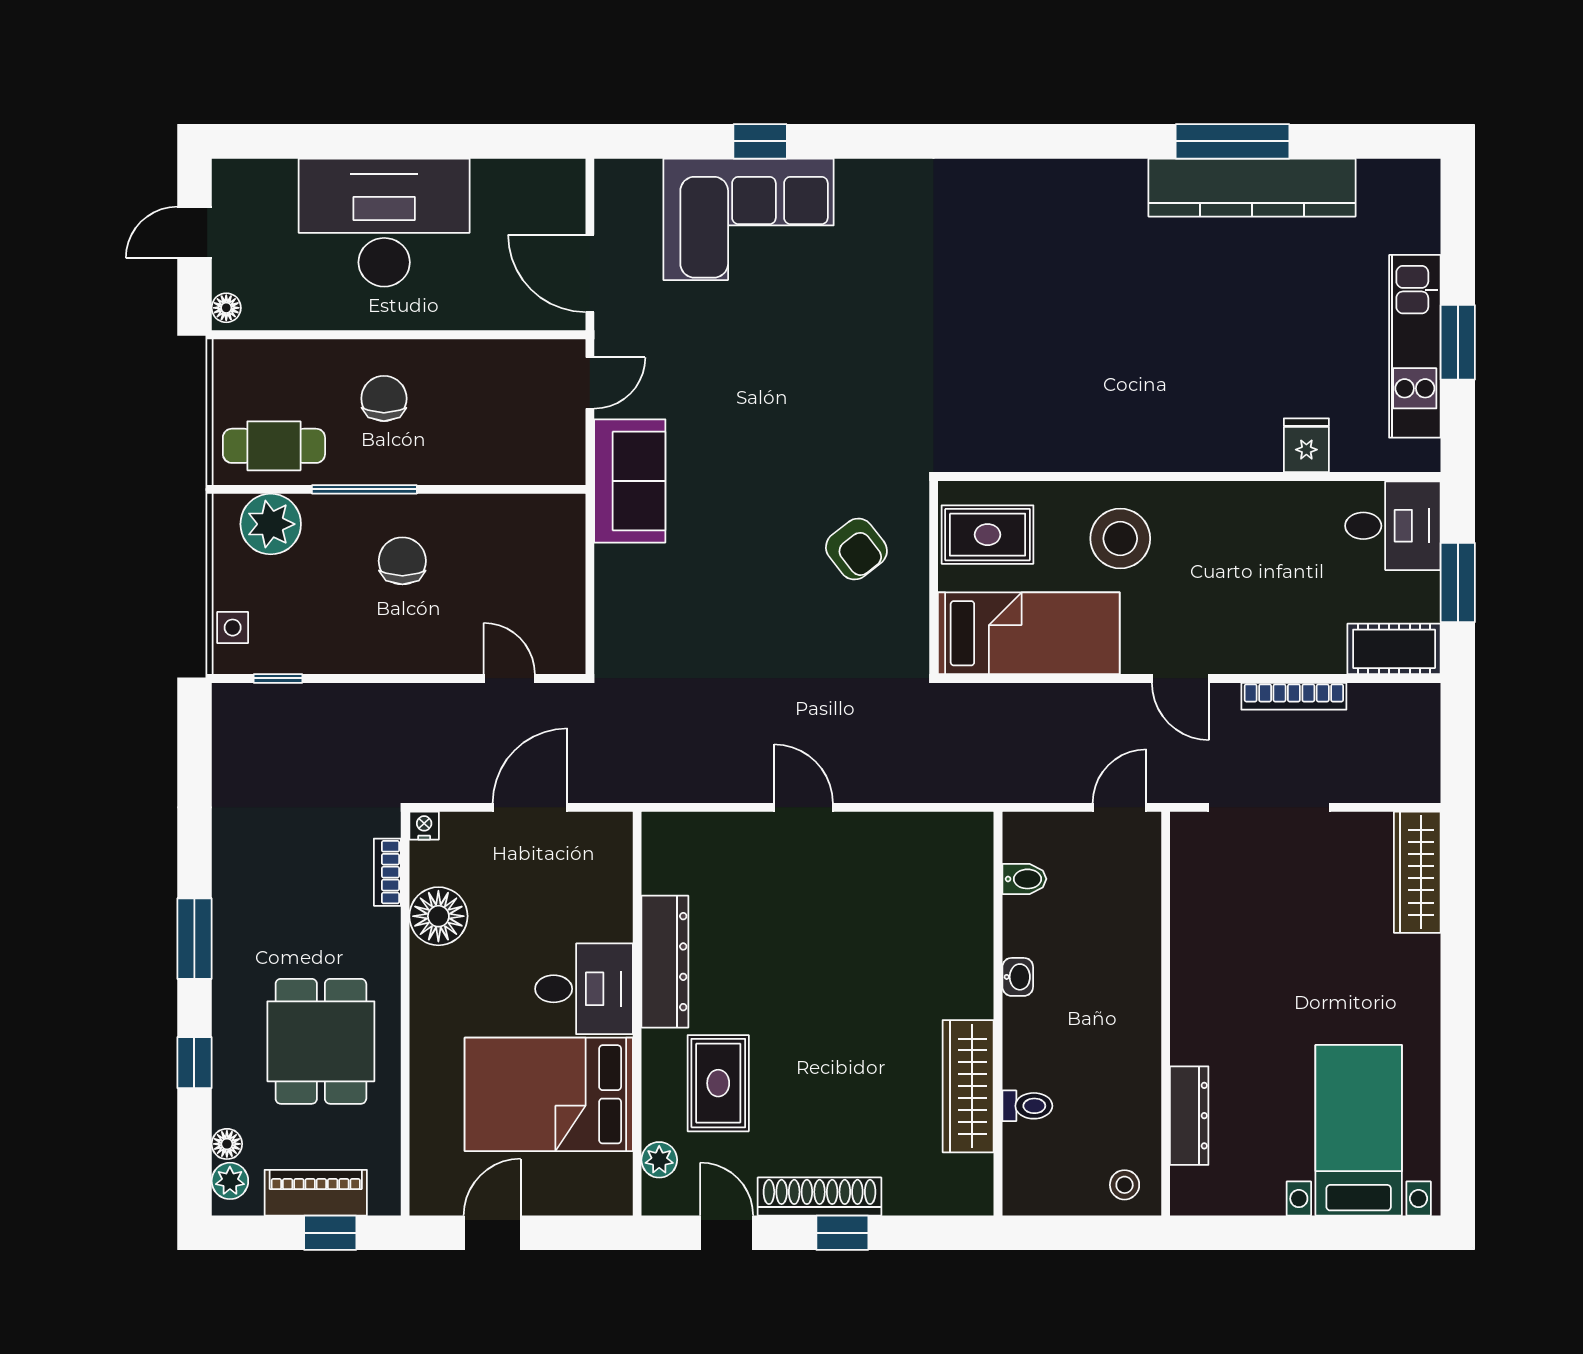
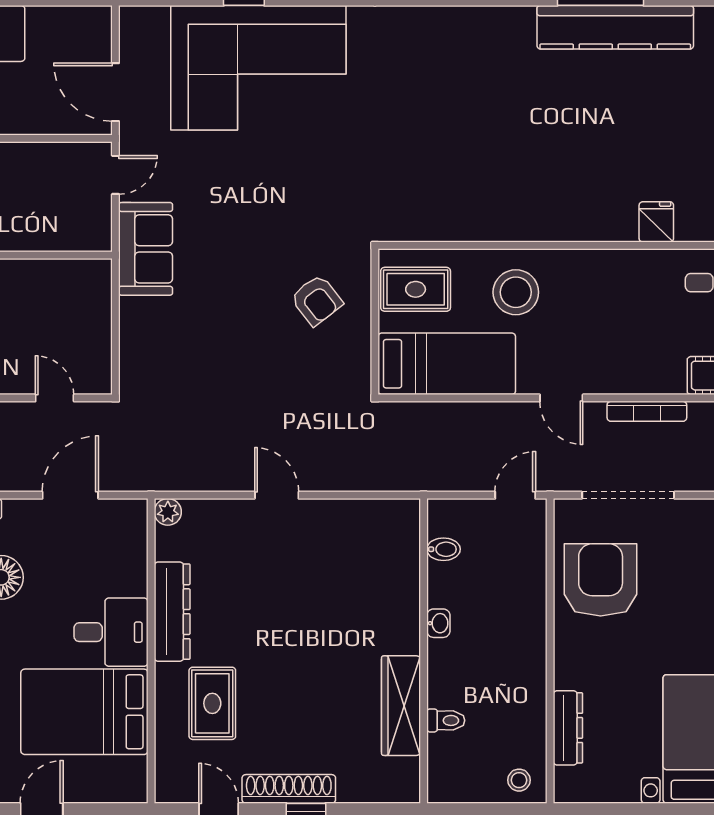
corner sofa: (748, 219) -> (258, 68), width x1.36, depth x1.36
armchair: (1233, 920) -> (601, 580), added
plant: (659, 1160) -> (168, 512), moved

